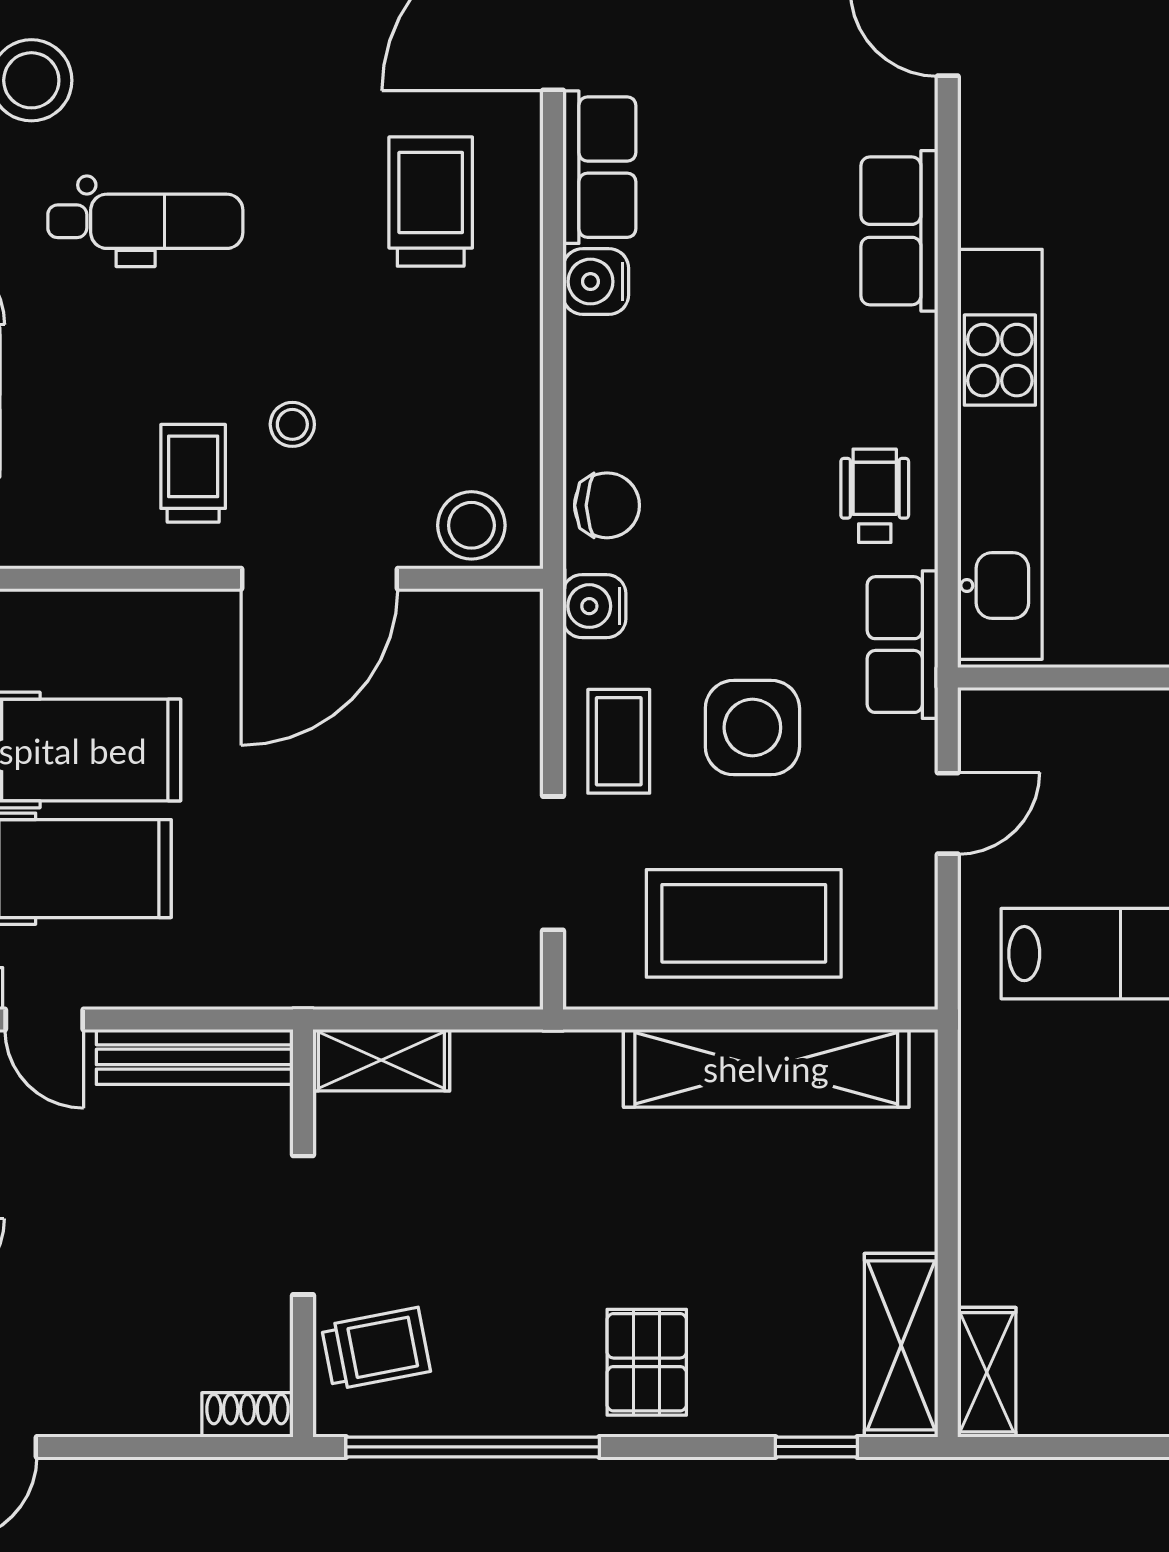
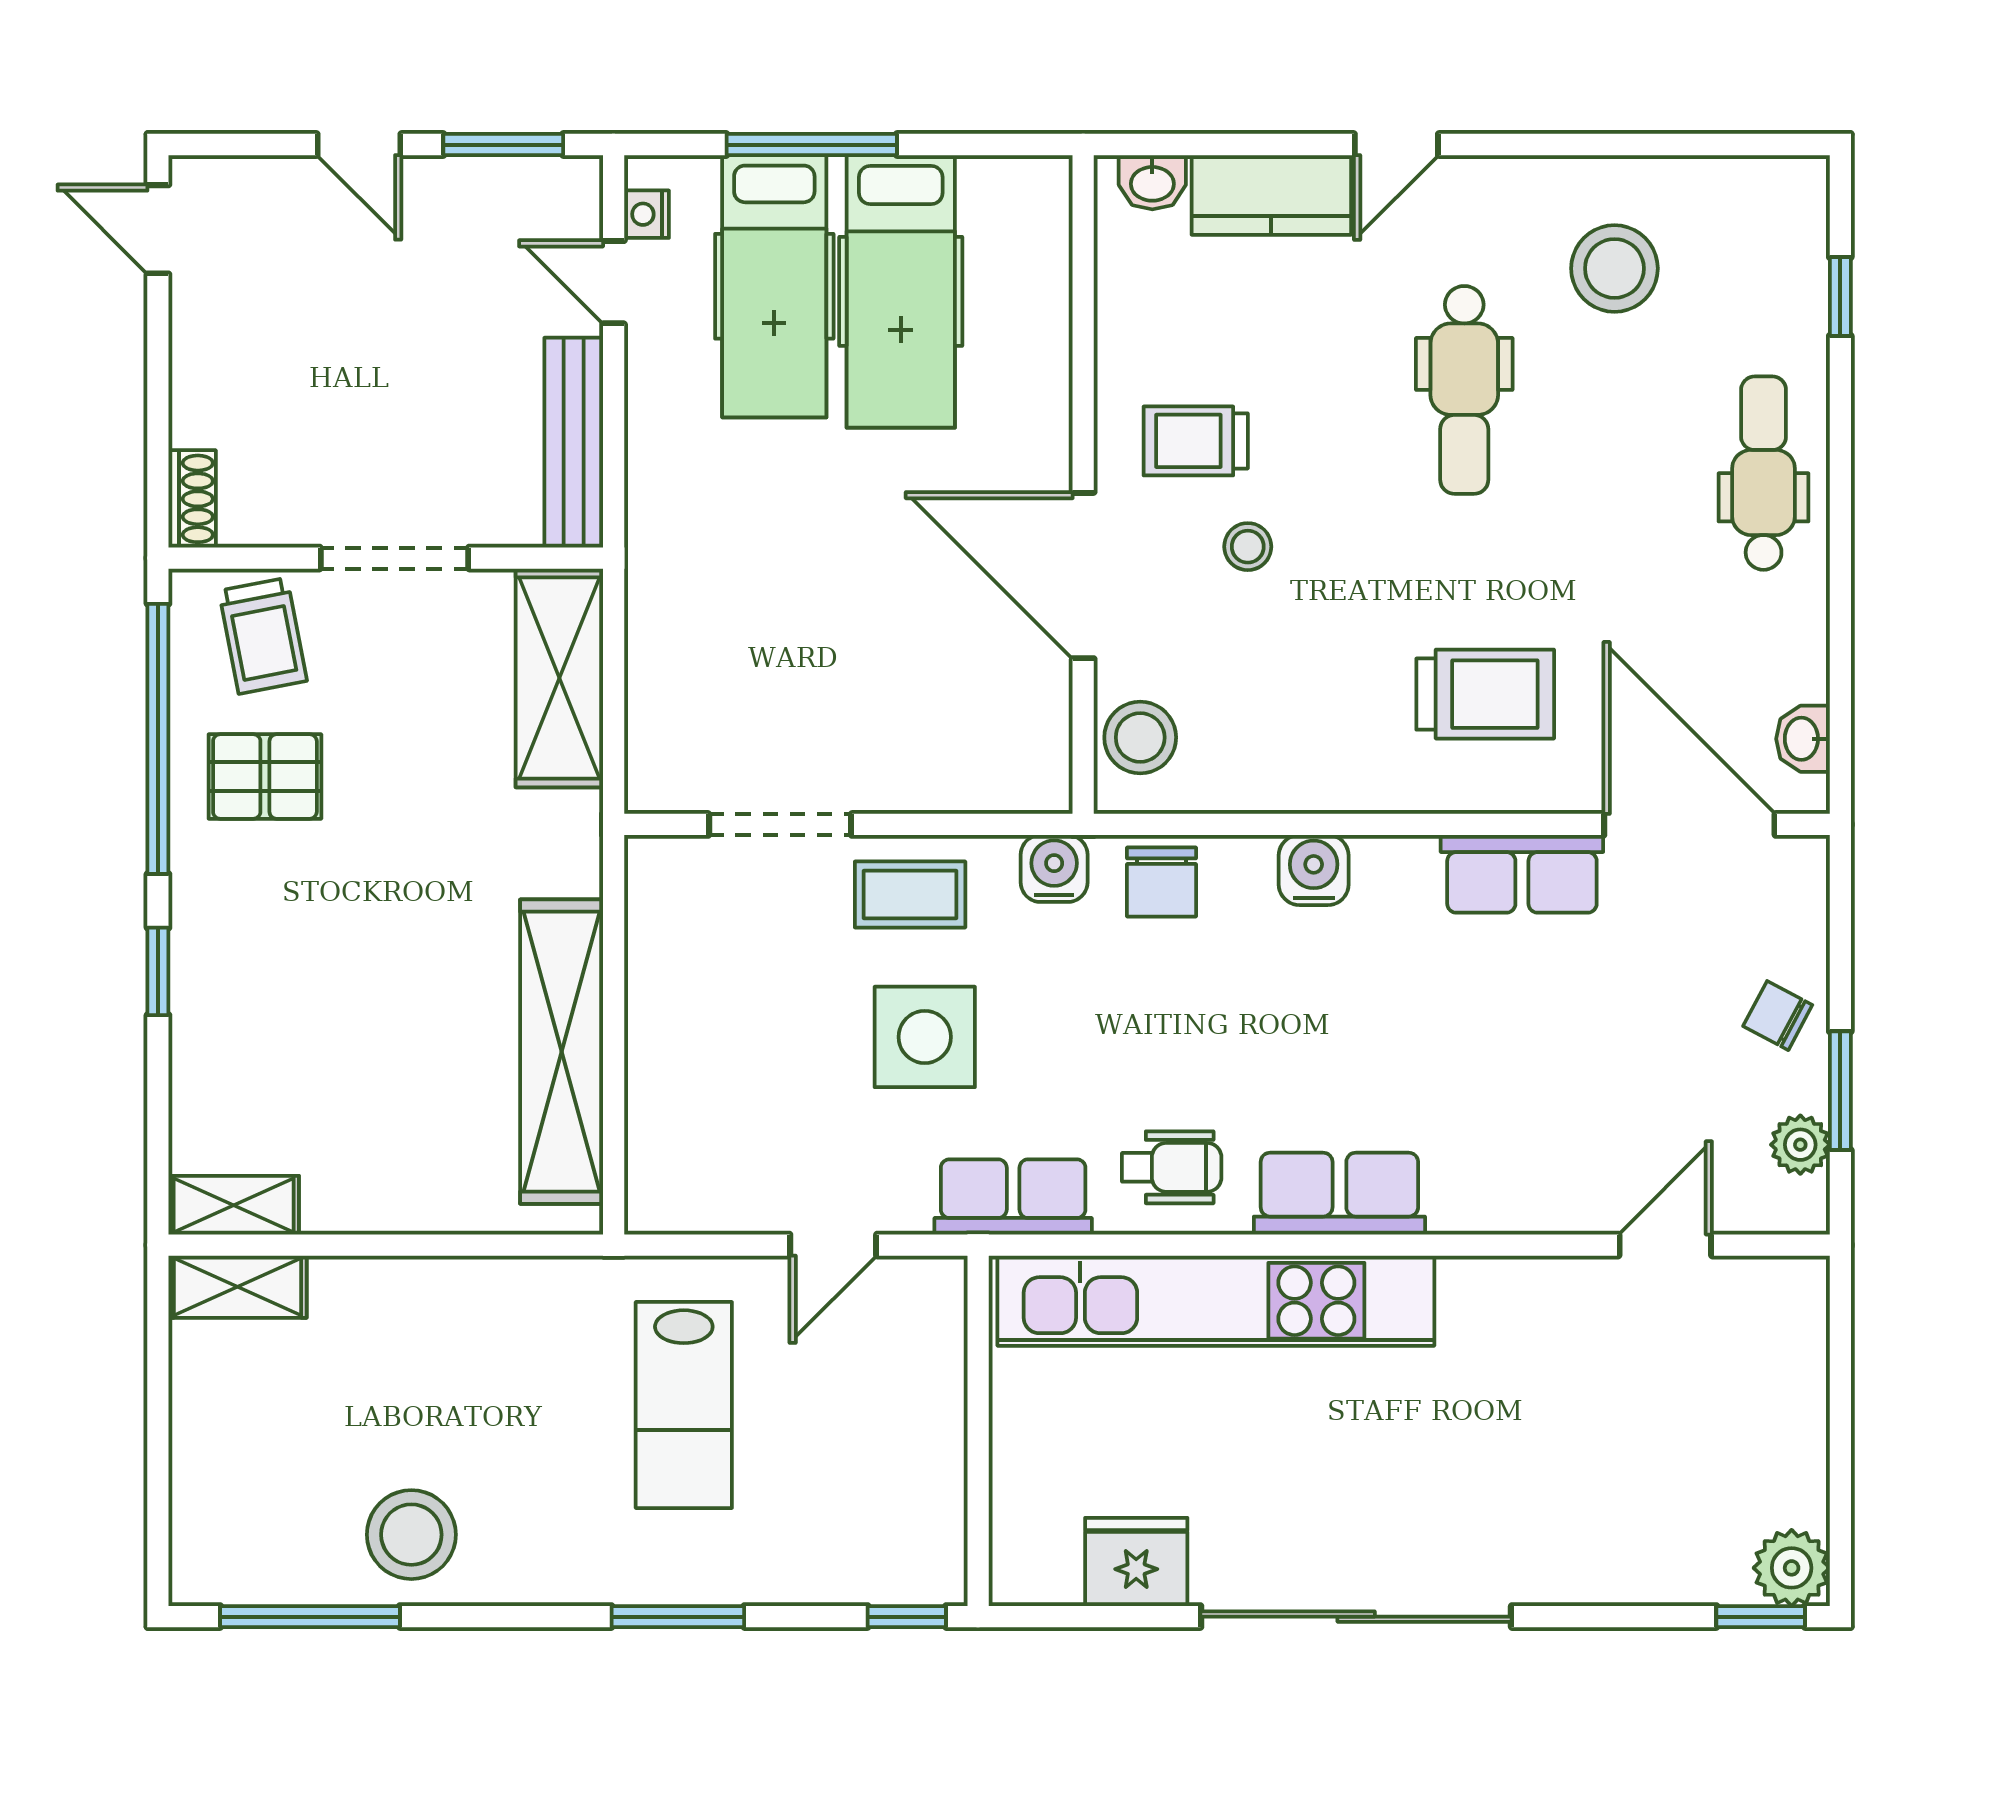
row of seats: (899, 231) -> (1339, 1194), moved
water cooler: (596, 282) -> (1314, 870), moved
trolley: (193, 473) -> (1196, 441), turned 180
door: (948, 813) -> (833, 1245), hinge flipped
coffee table: (744, 923) -> (716, 1028), removed
door: (44, 1019) -> (614, 282), hinge flipped
shelving: (381, 1060) -> (559, 678), width x1.50, depth x1.33
shelving: (901, 1345) -> (234, 1205), width x0.67, depth x0.75
pallet: (647, 1362) -> (265, 776), moved
window: (816, 1447) -> (158, 971), moved

